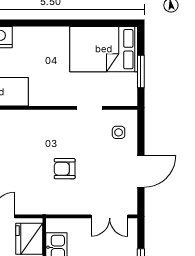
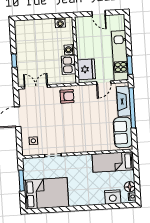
armchair: (65, 169) -> (67, 96), moved

